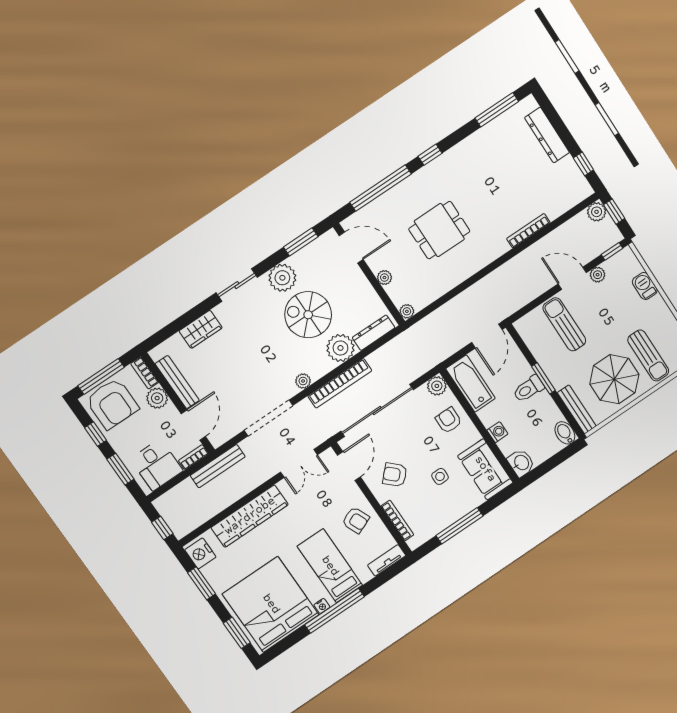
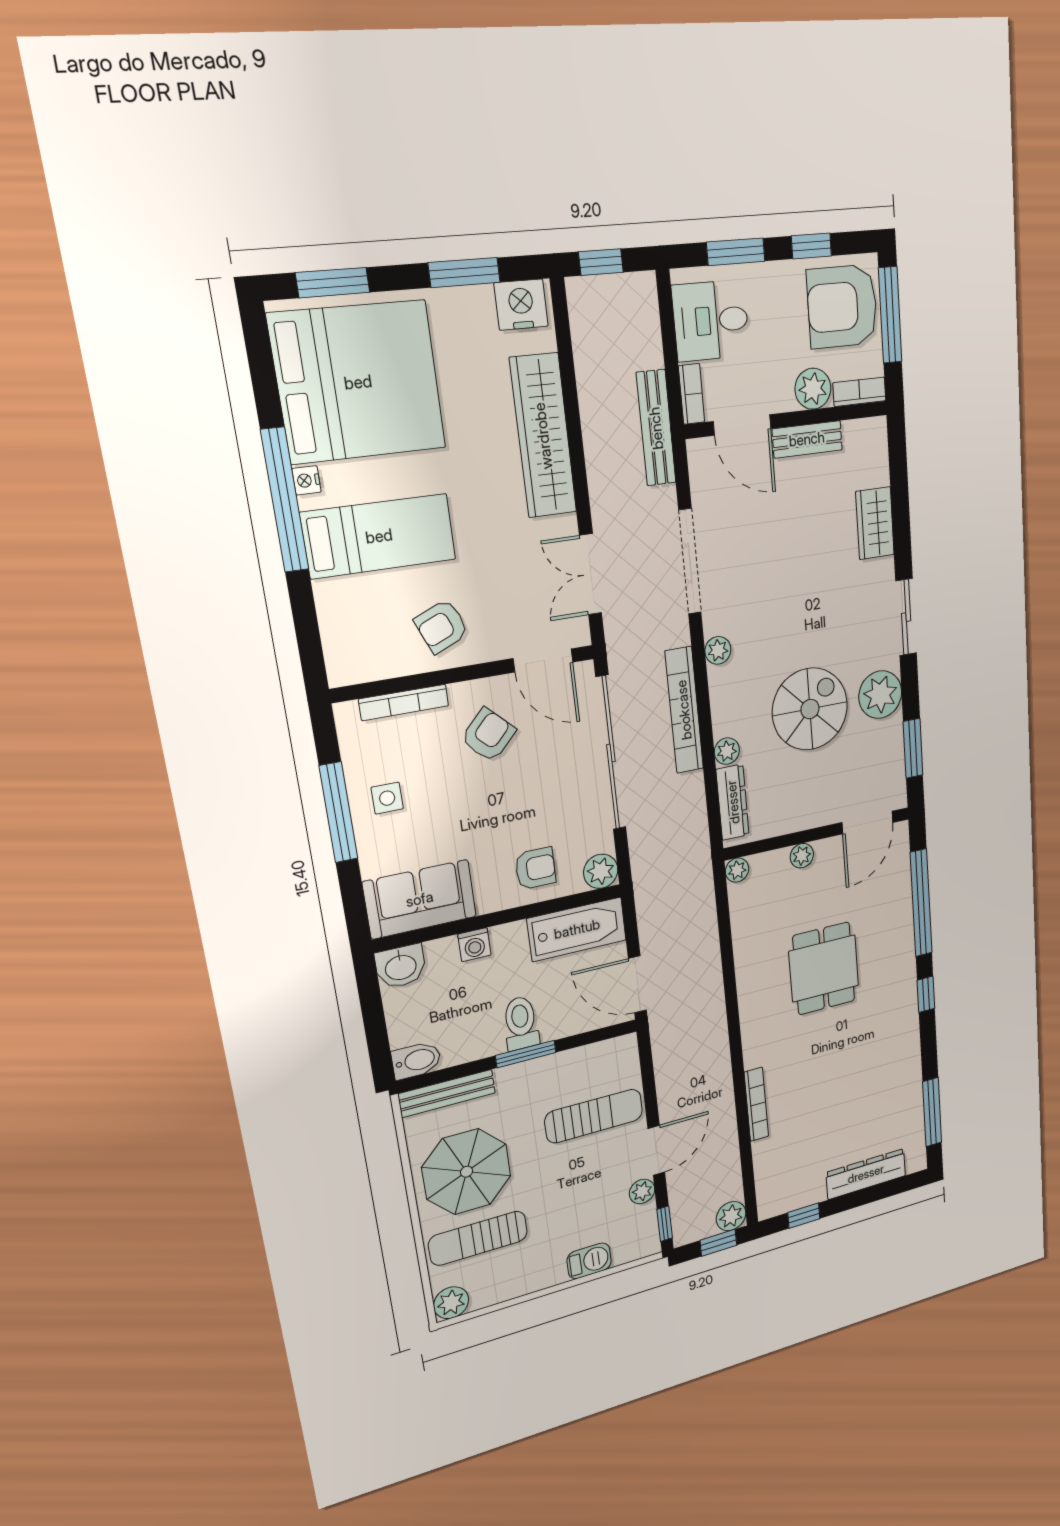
plant: (340, 348) -> (727, 751), width x0.53, depth x0.53
bench: (177, 382) -> (807, 439), width x0.73
side table: (440, 476) -> (387, 798), moved
tv unit: (387, 560) -> (337, 648), removed

